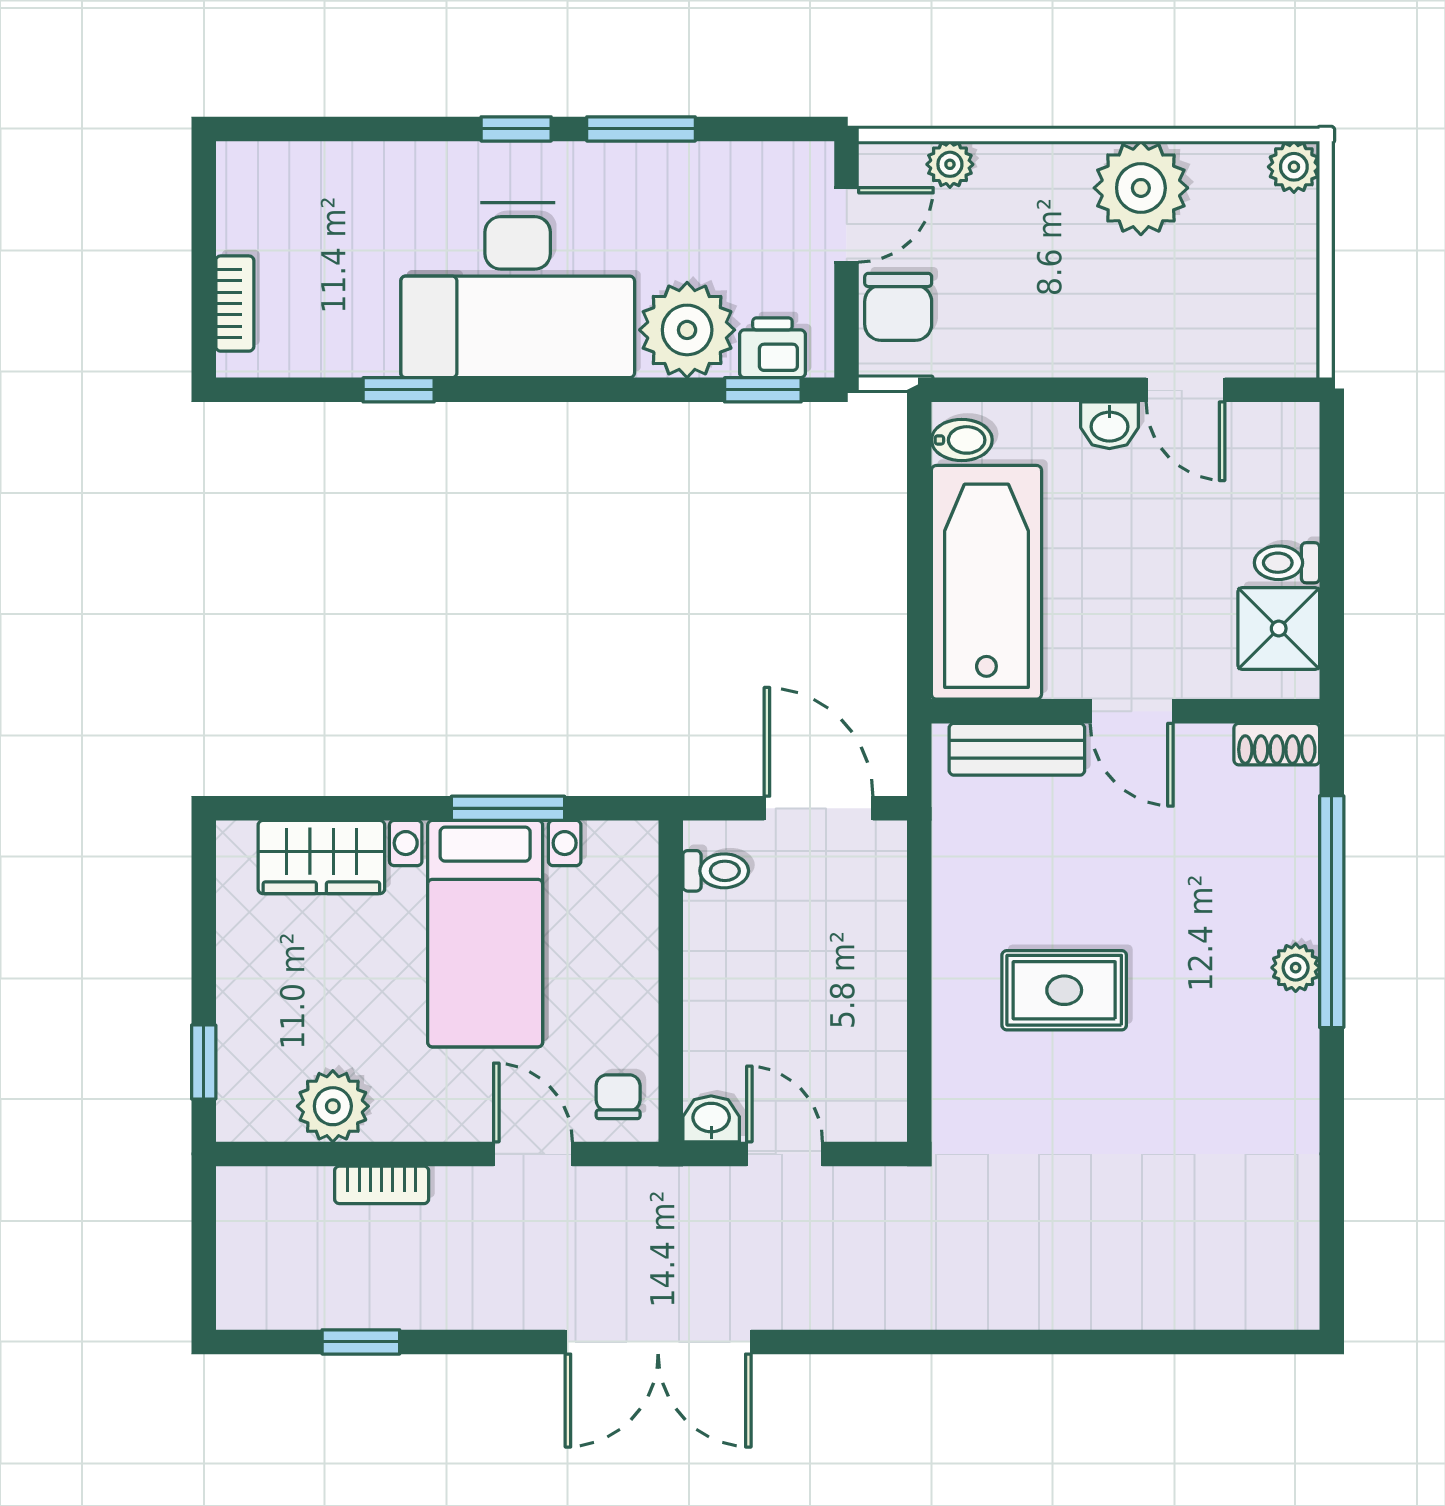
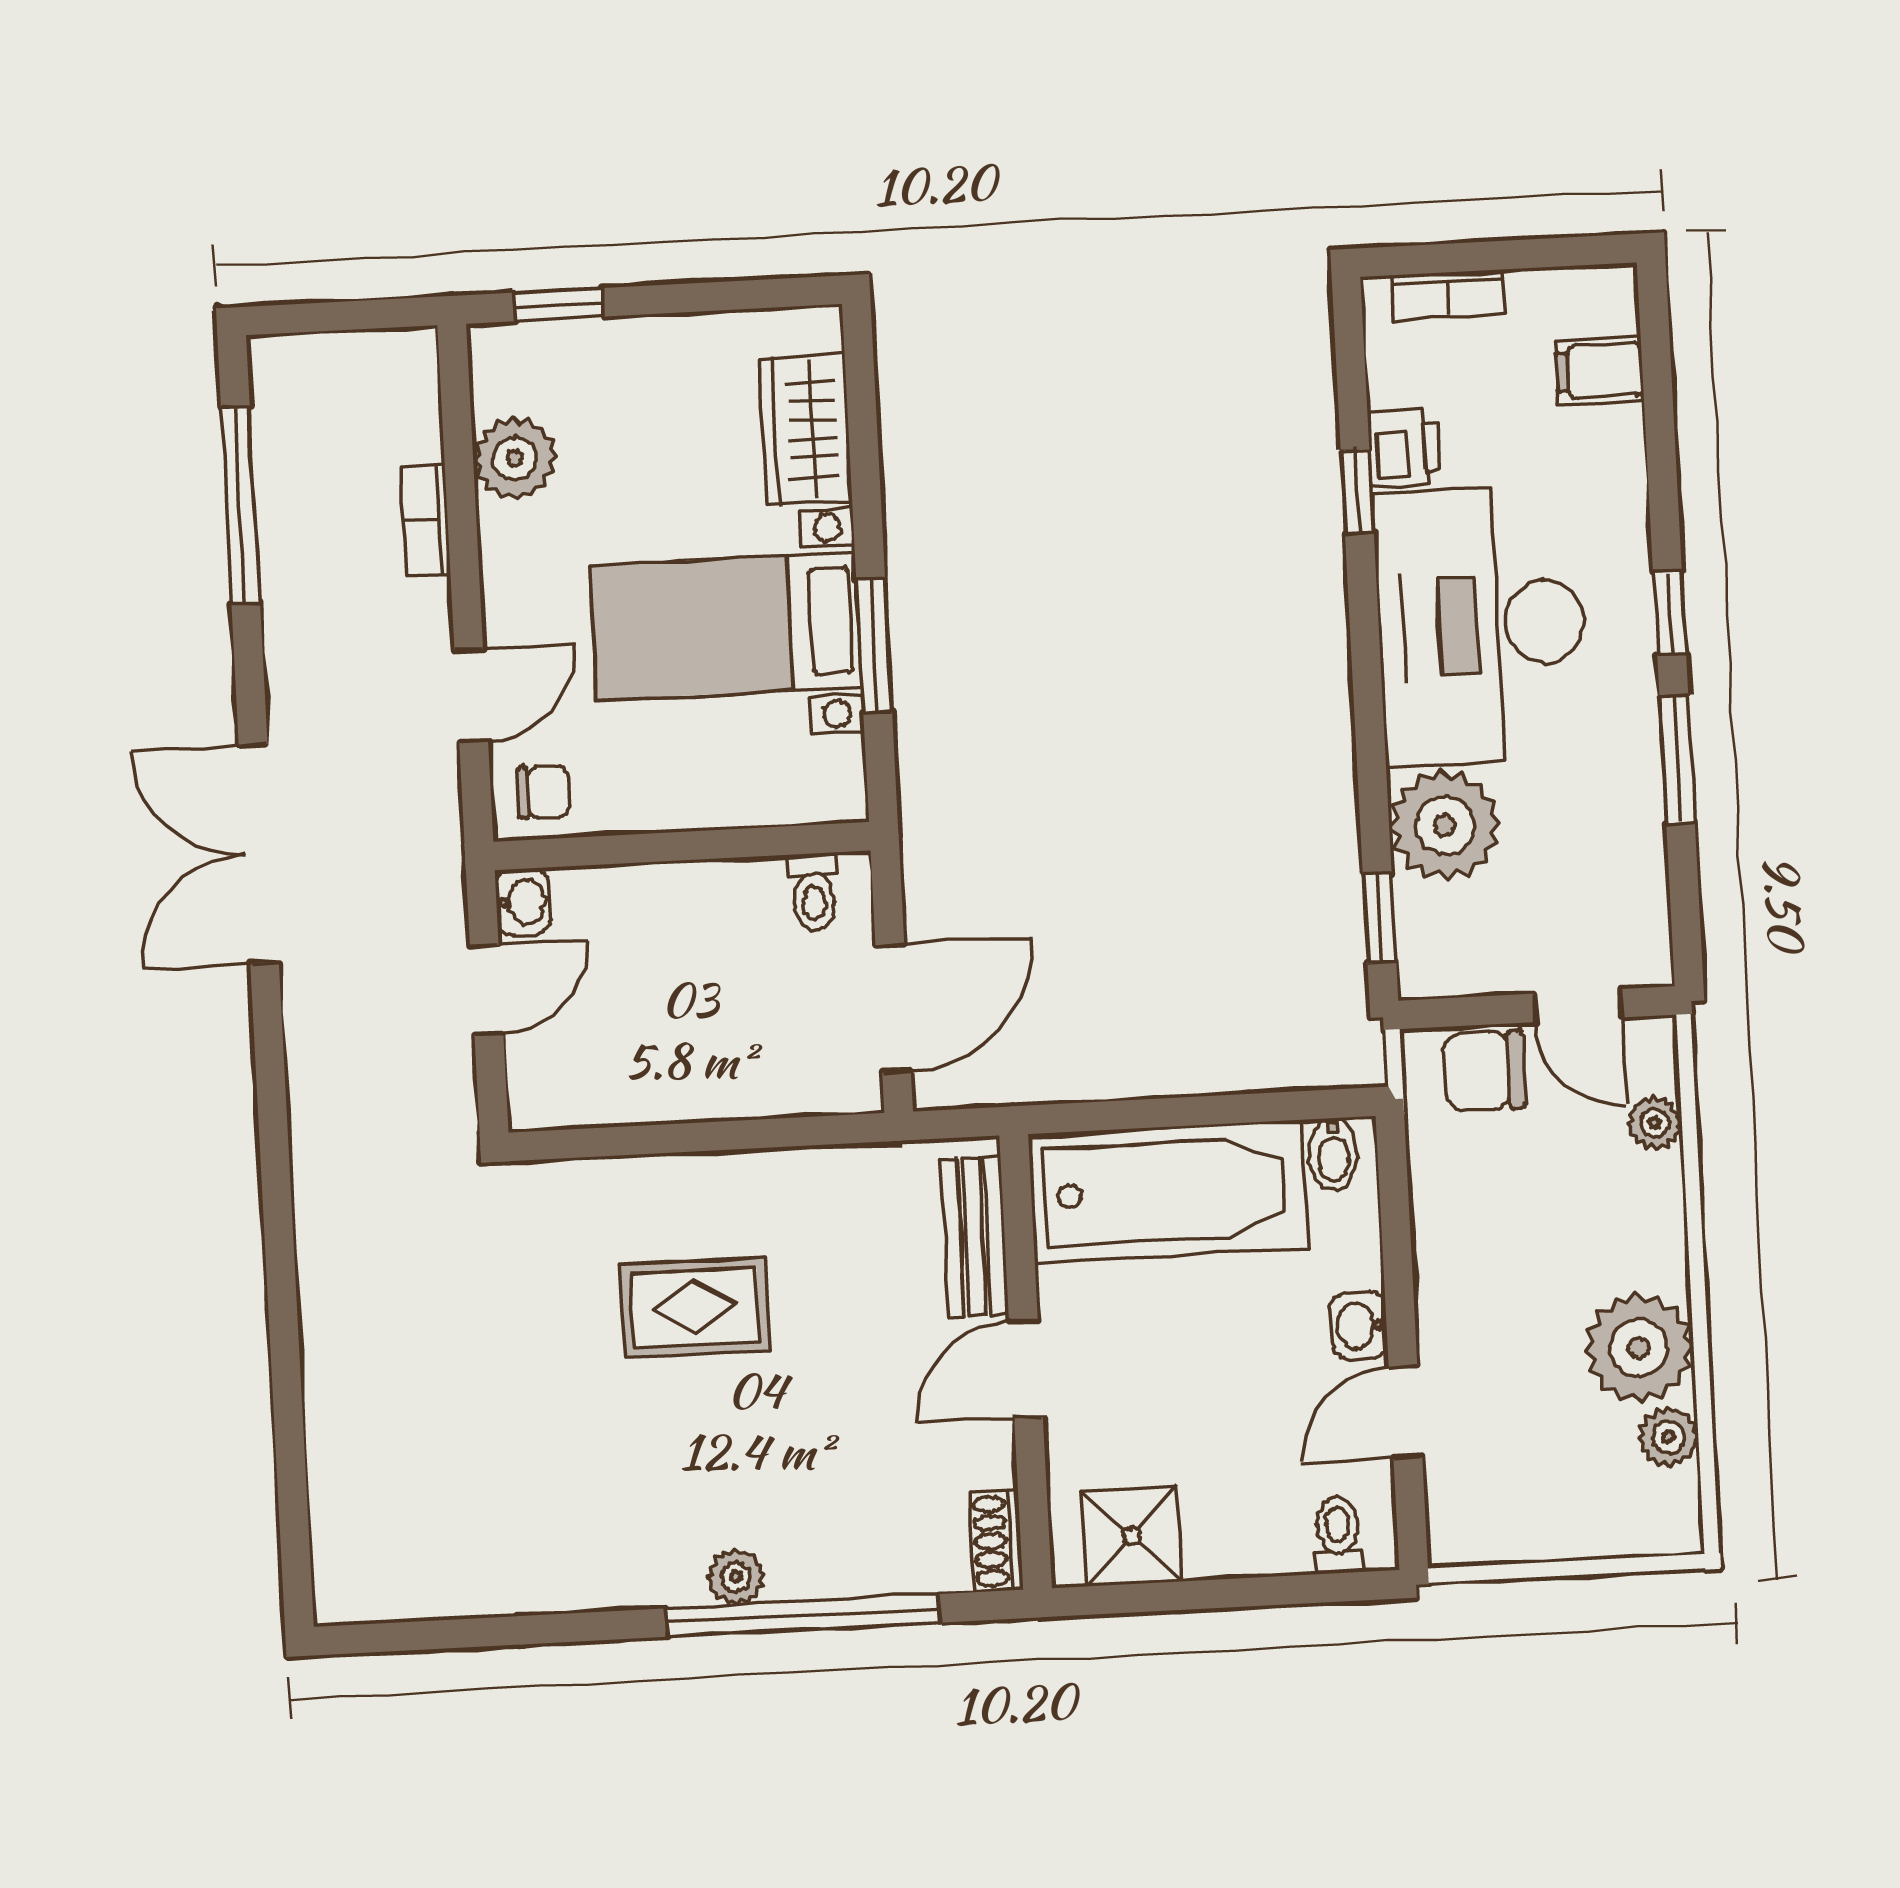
plant: (1294, 167) -> (1668, 1437), moved
filing cabinet: (307, 178) -> (1600, 371), added
printer: (772, 348) -> (1404, 447), moved
toilet: (1287, 563) -> (1338, 1535), moved
rug: (1064, 990) -> (695, 1307), turned 90
window: (361, 1342) -> (241, 506), width x2.17

